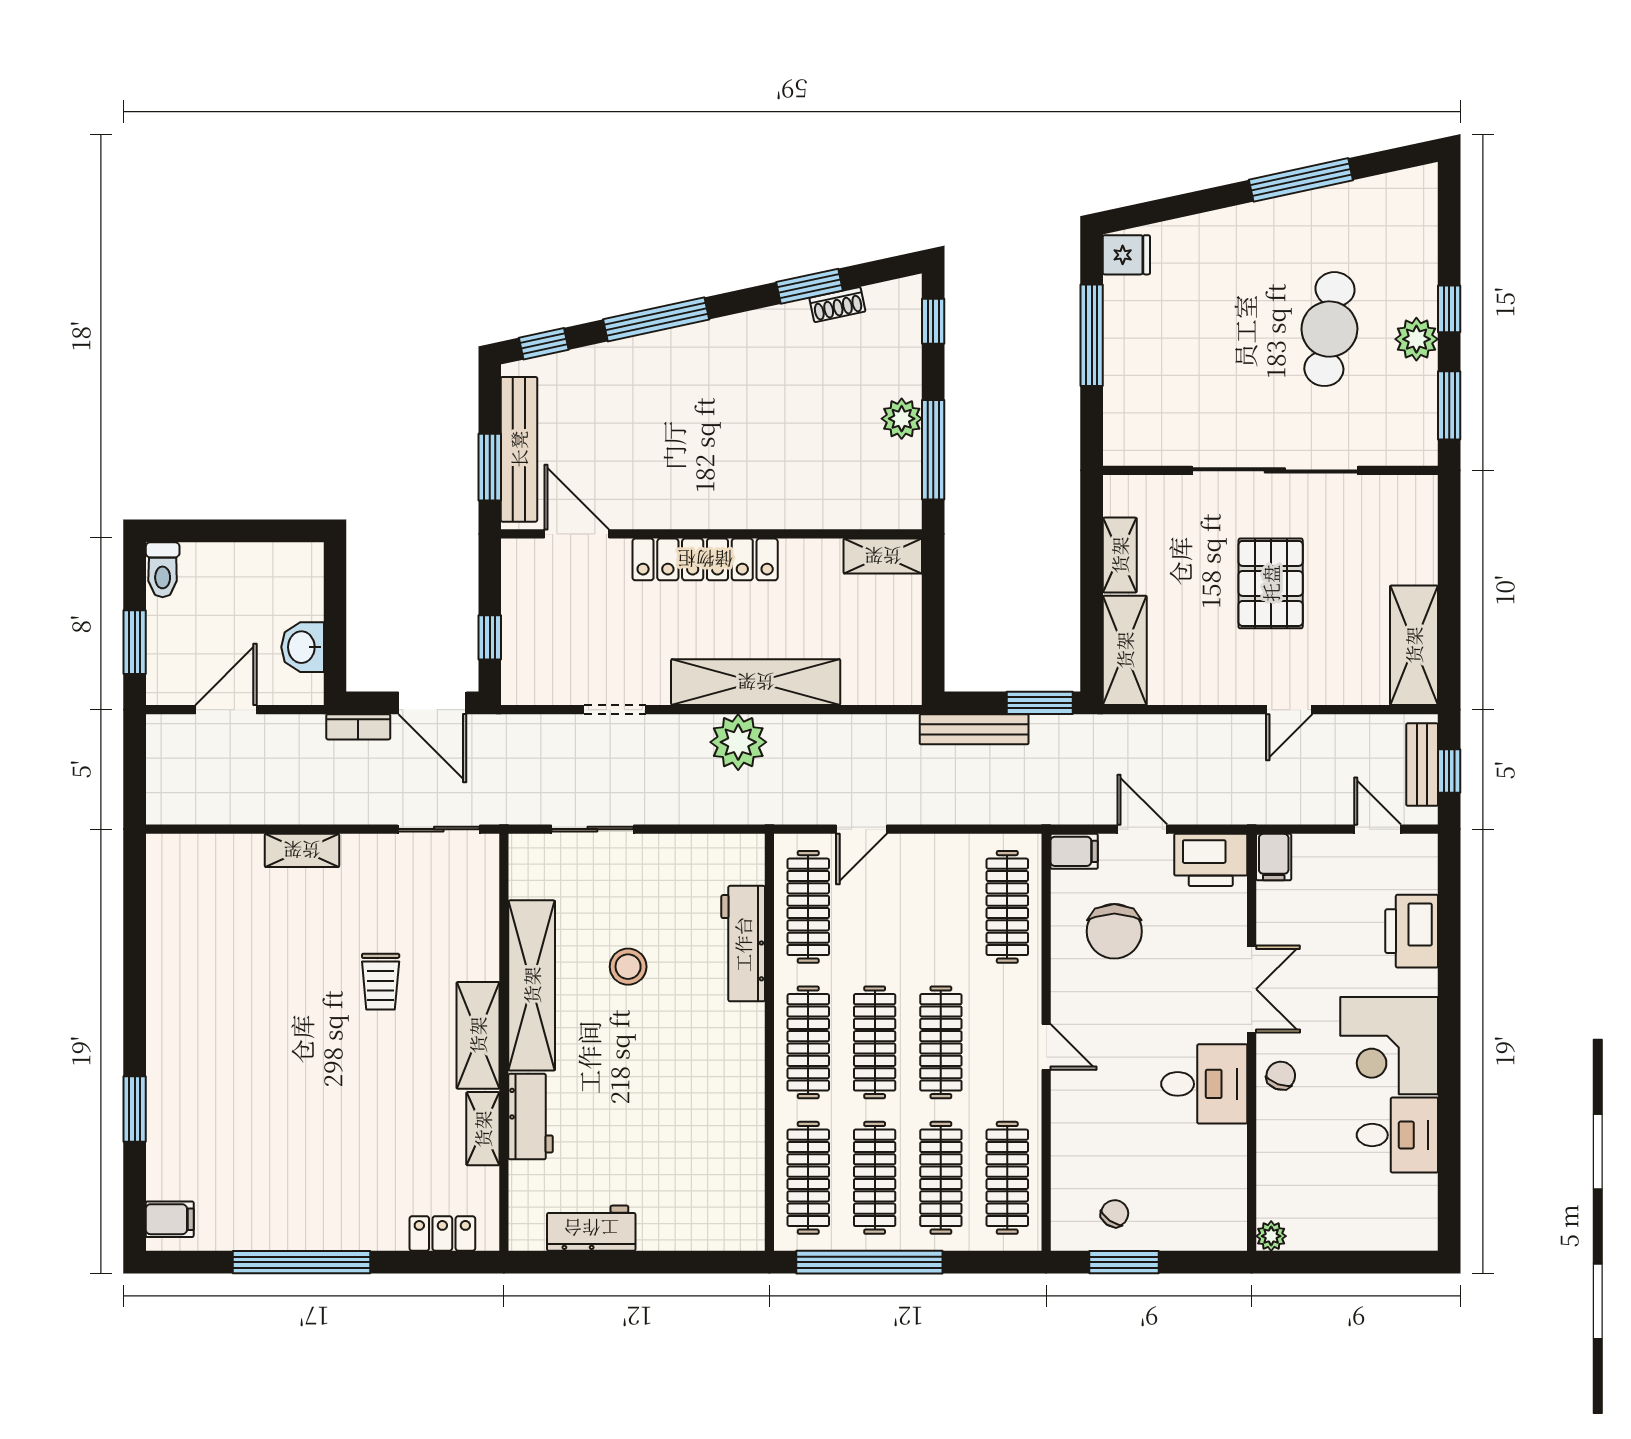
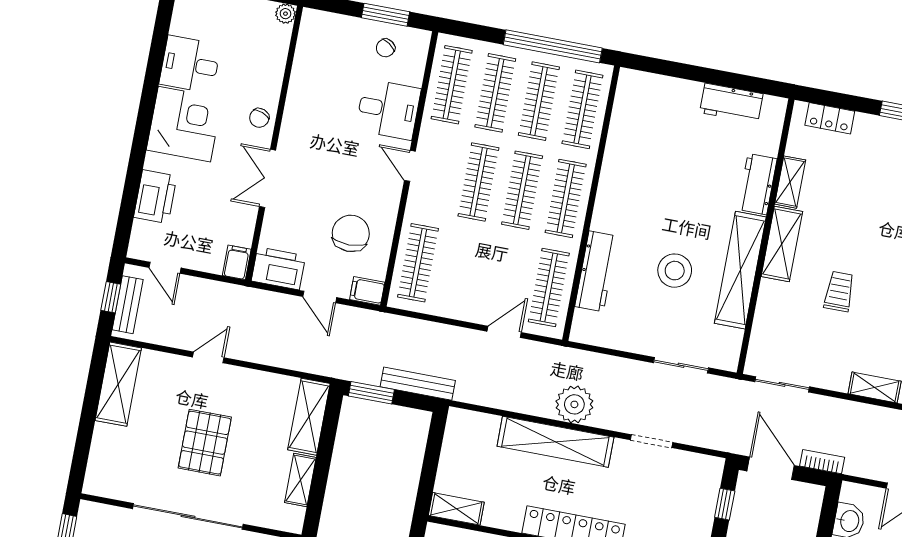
stool: (628, 967) -> (675, 271), width x1.38, depth x1.38
desk: (1204, 1084) -> (388, 109), moved, turned 180

